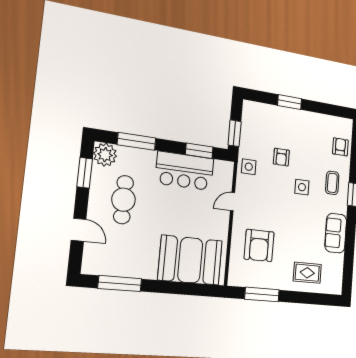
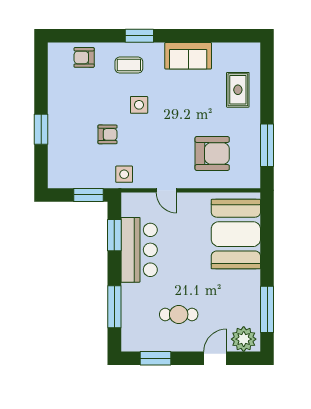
plant: (105, 155) -> (244, 339), moved
cafe table: (124, 200) -> (179, 314), width x0.73, depth x0.74

